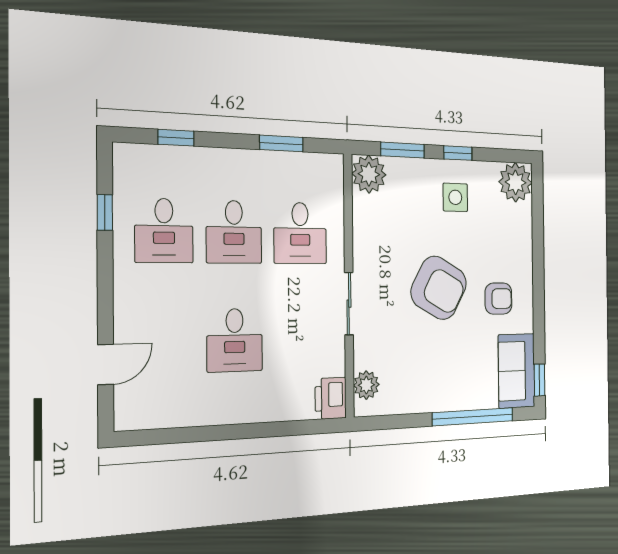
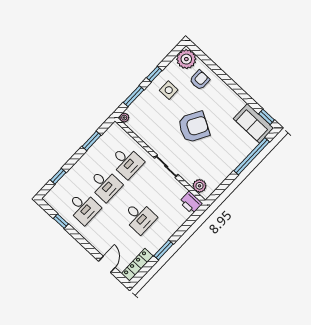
plant: (369, 174) -> (124, 118), width x0.53, depth x0.53
armchair: (498, 299) -> (200, 80), moved
locker: (154, 416) -> (137, 265), added
window: (219, 433) -> (163, 250), added

